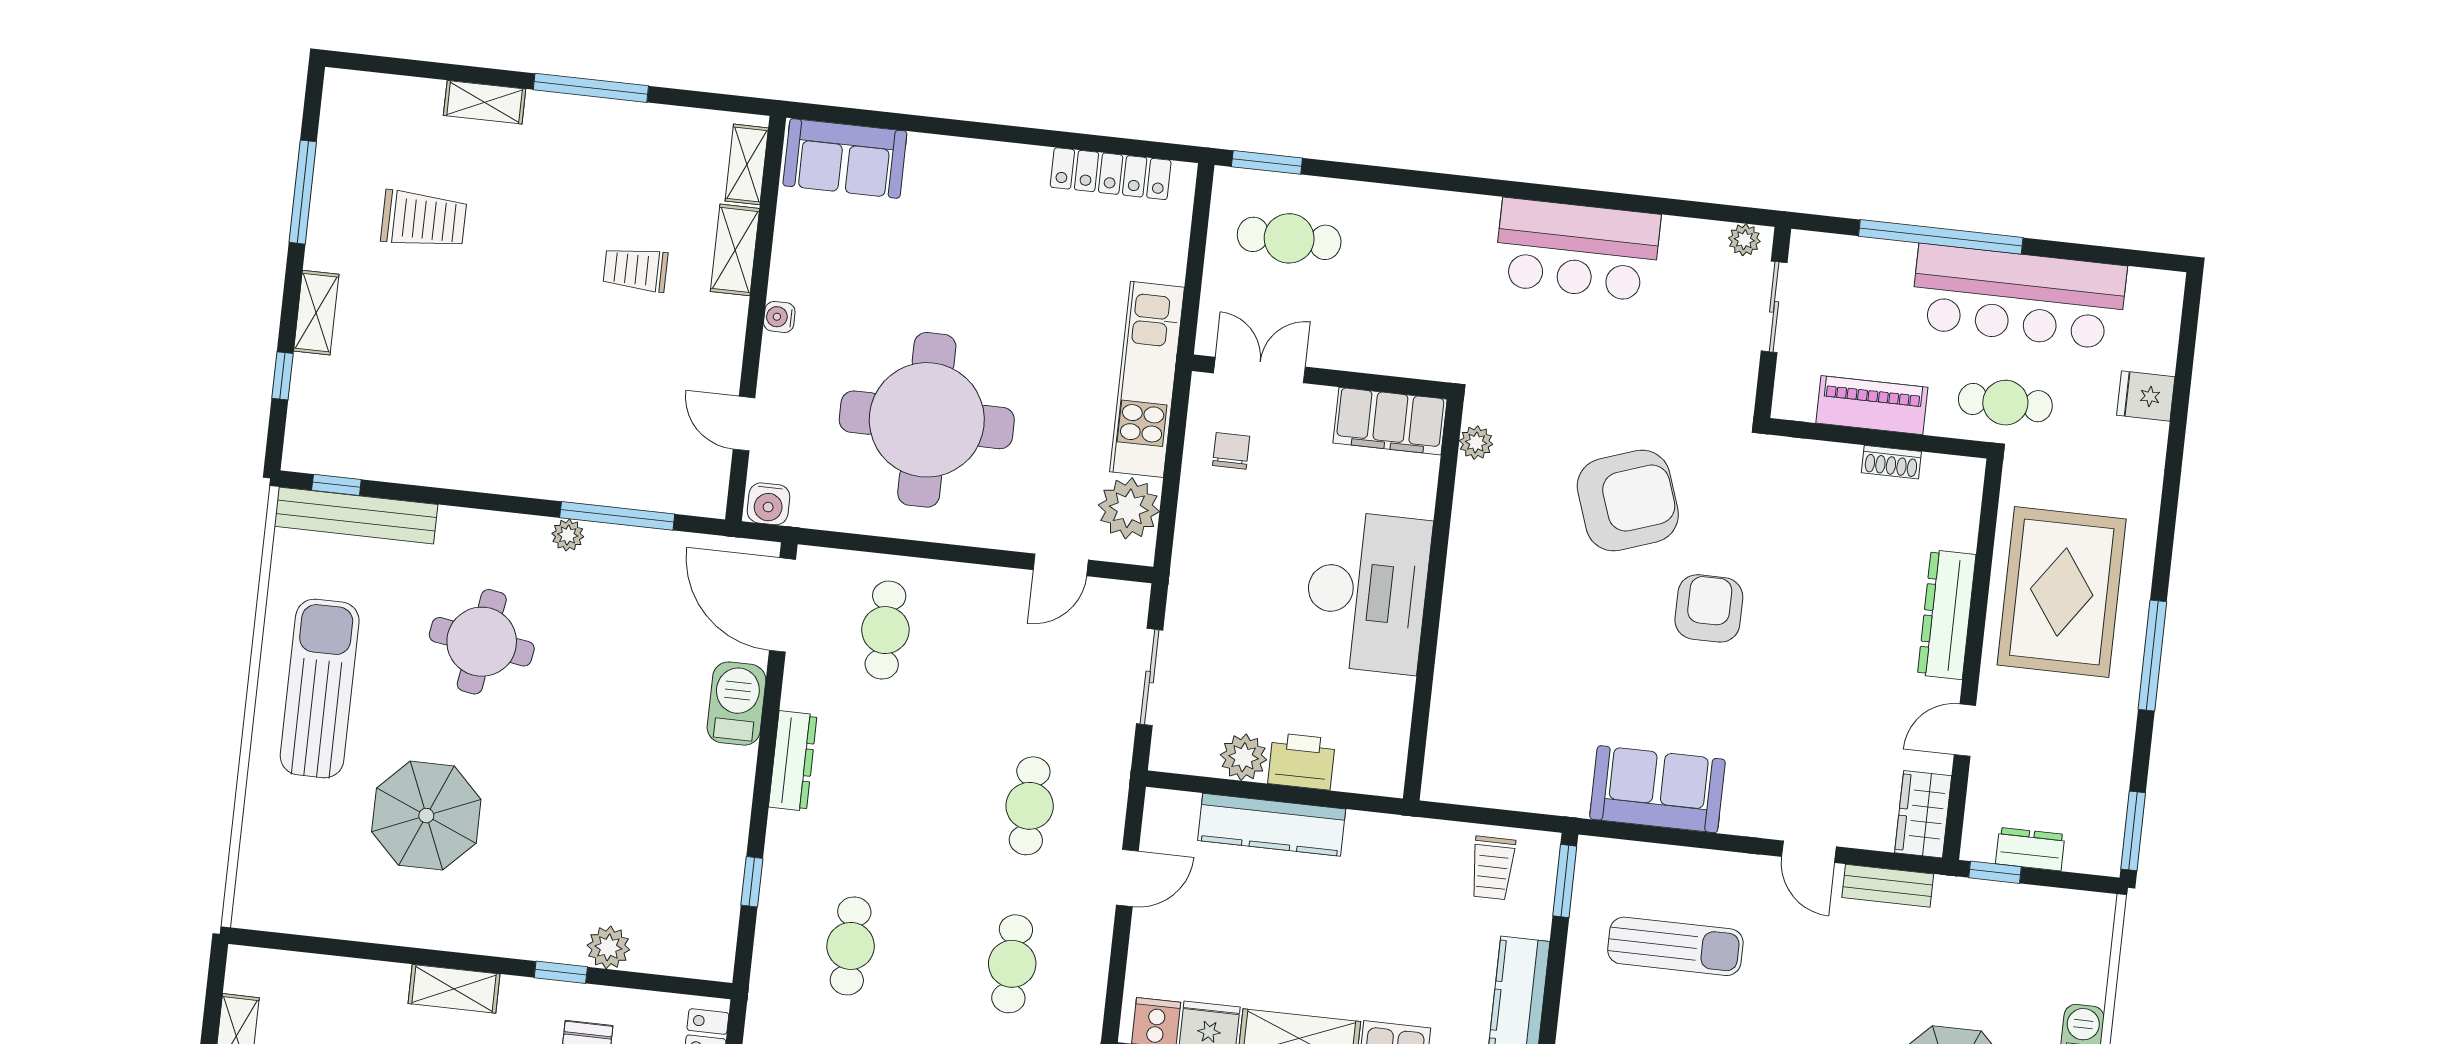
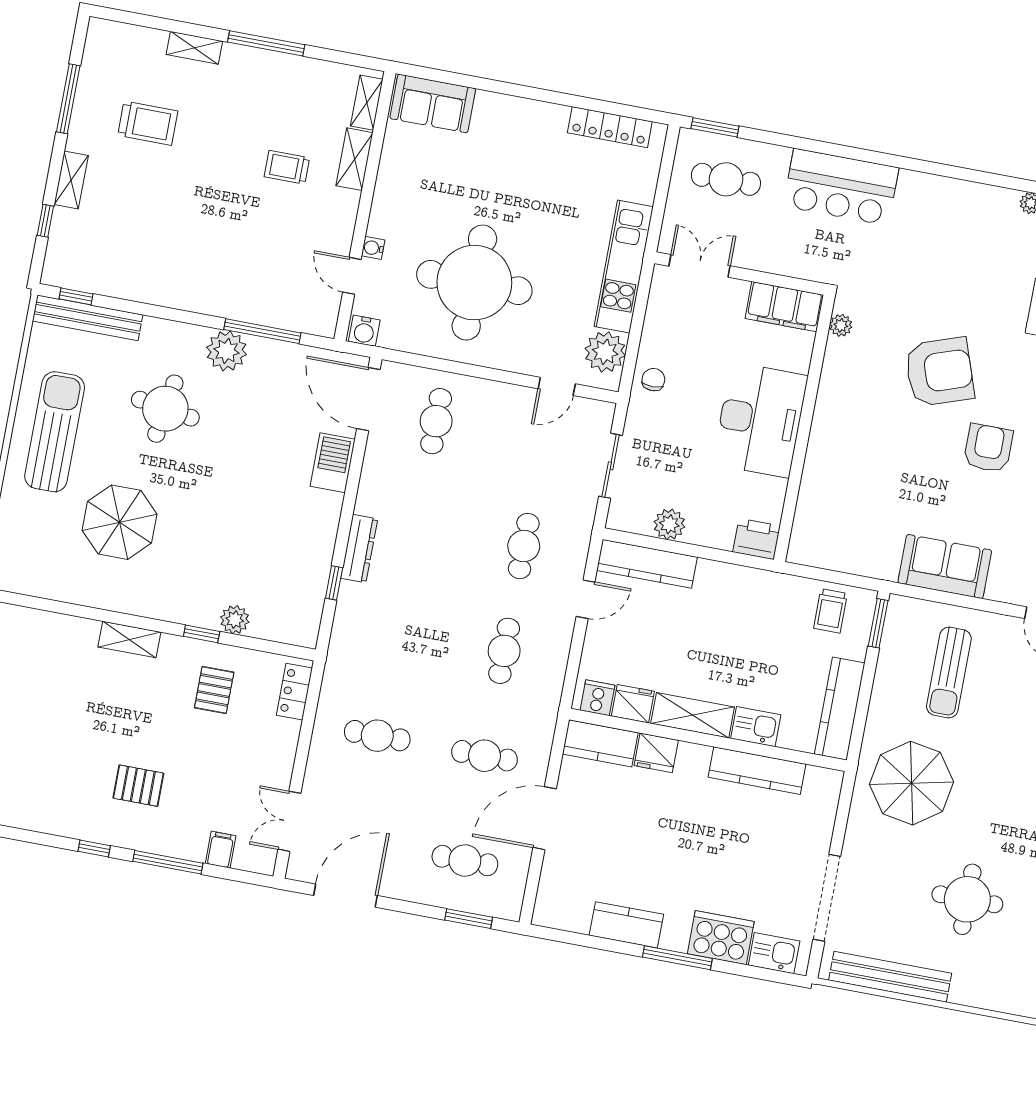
bar counter: (1577, 250) -> (841, 187), moved
water cooler: (779, 317) -> (373, 248), moved
chair: (1231, 451) -> (653, 380), moved
plant: (568, 535) -> (227, 351), width x1.88, depth x1.88
dresser: (793, 761) -> (359, 549), moved
printer: (1302, 761) -> (757, 539), moved
kitchen counter: (1272, 825) -> (647, 564), moved
cafe table: (851, 946) -> (397, 631), removed
sun lounger: (1675, 946) -> (949, 673), turned 90

